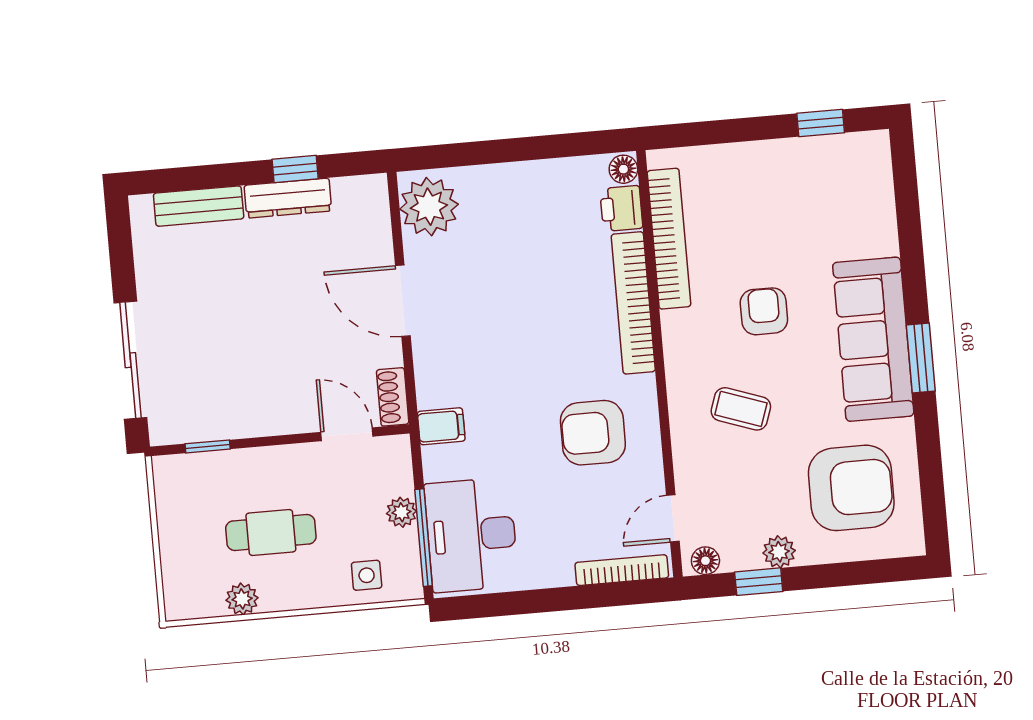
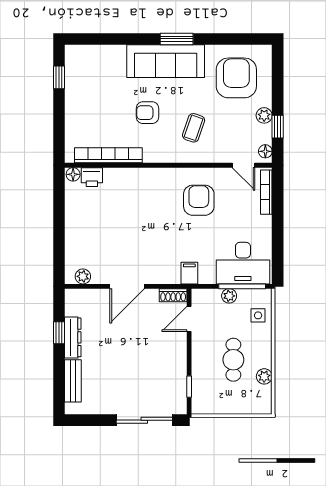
plant: (429, 207) -> (83, 276), width x0.53, depth x0.53
bookcase: (633, 303) -> (138, 175), removed
armchair: (593, 433) -> (199, 200), turned 180

